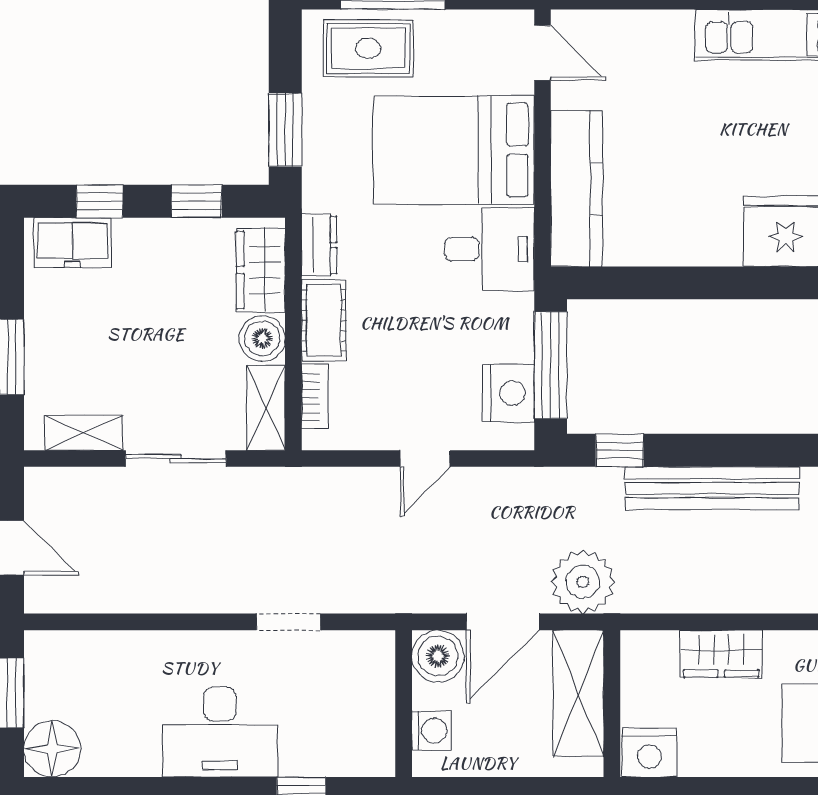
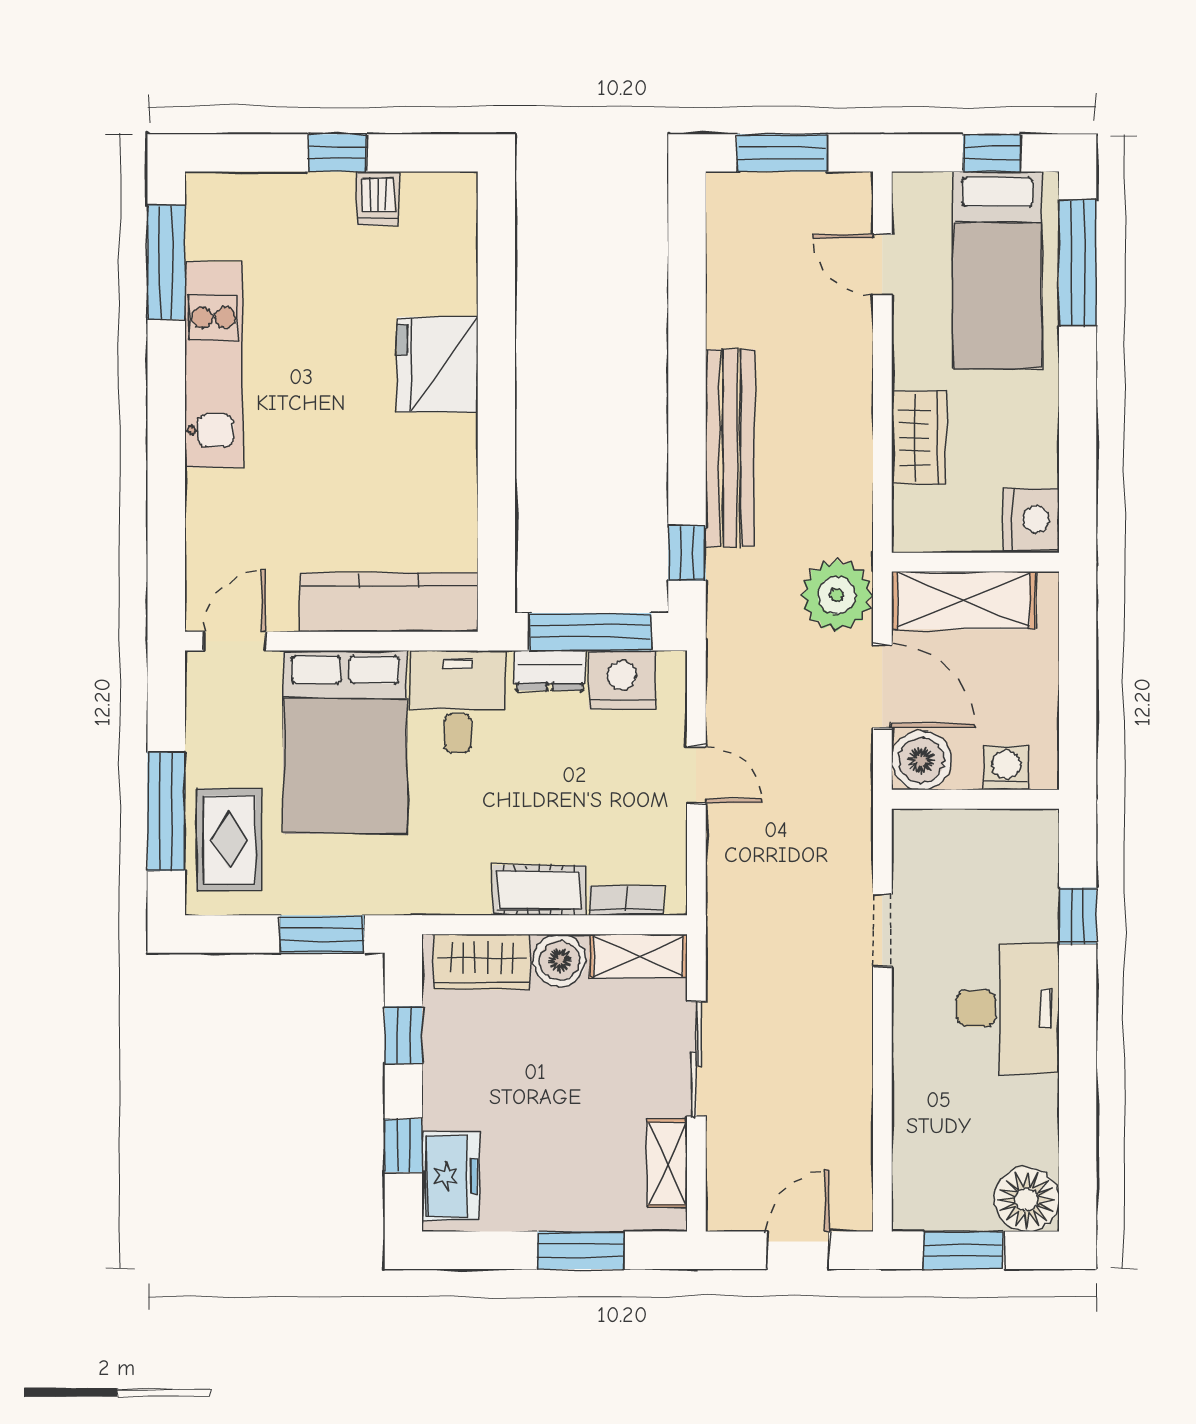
dresser: (319, 245) -> (550, 670), moved, turned 180

